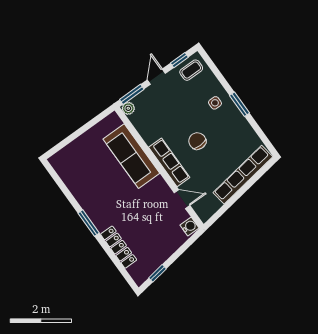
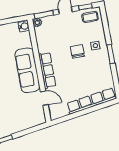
chair: (197, 141) -> (77, 51), moved
sofa: (131, 156) -> (27, 70), moved
water cooler: (189, 226) -> (24, 26), moved

